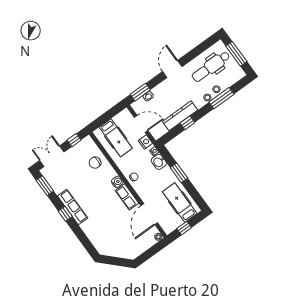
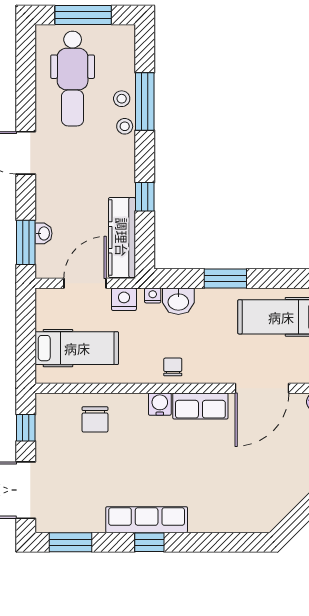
kitchen counter: (180, 116) -> (122, 237), moved
door: (149, 214) -> (262, 388), hinge flipped

